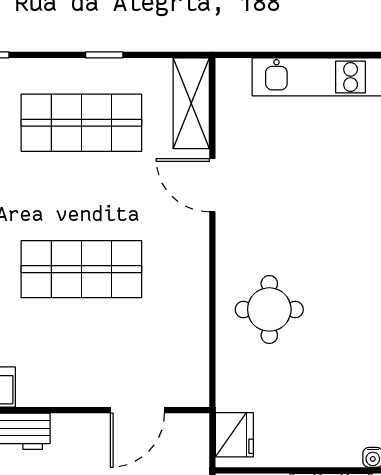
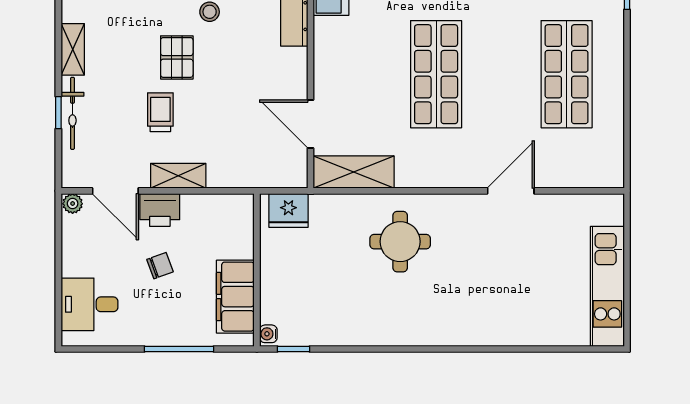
window: (104, 55) -> (627, 95), removed
shelving: (191, 103) -> (354, 172), moved

